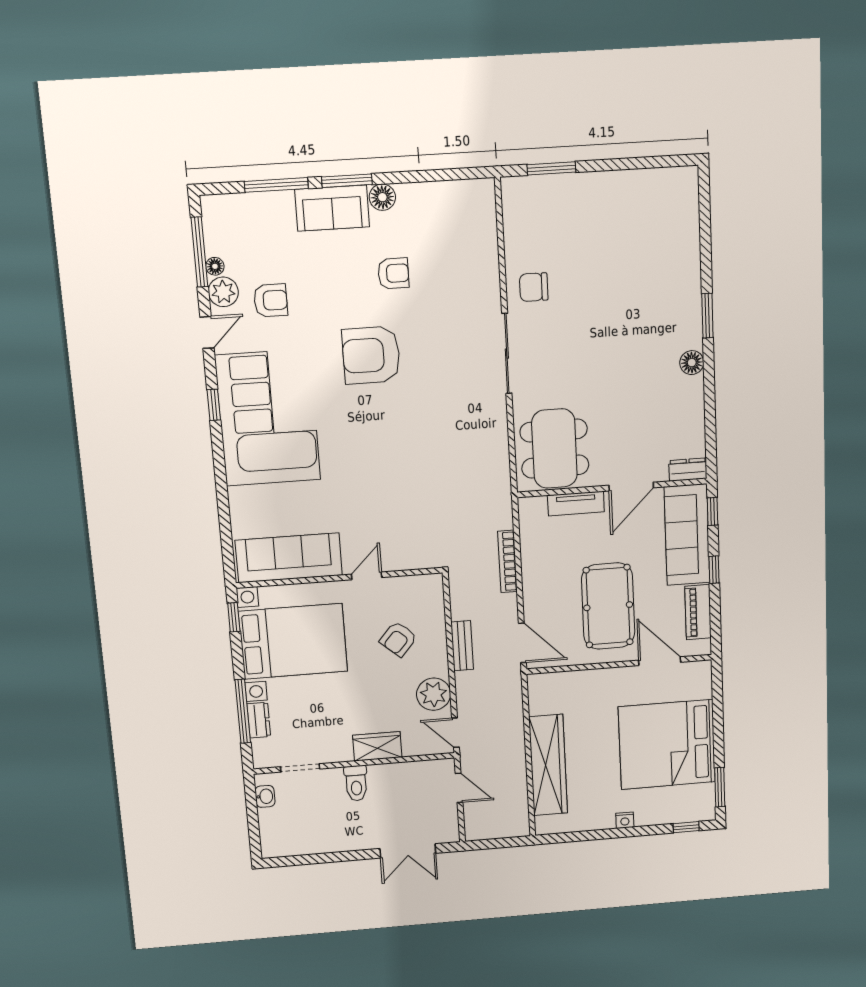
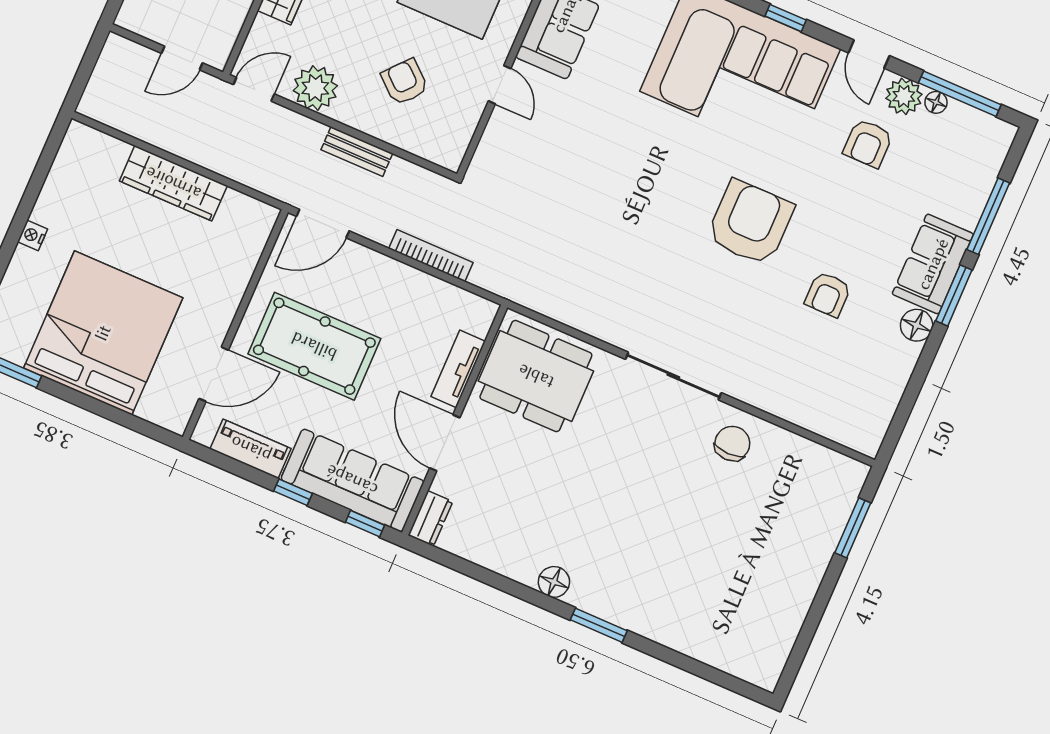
wardrobe: (548, 765) -> (173, 183), width x0.71, depth x0.85

